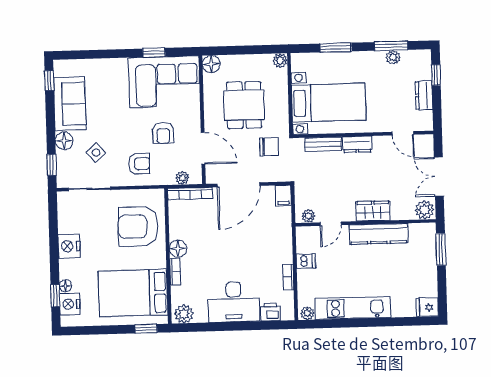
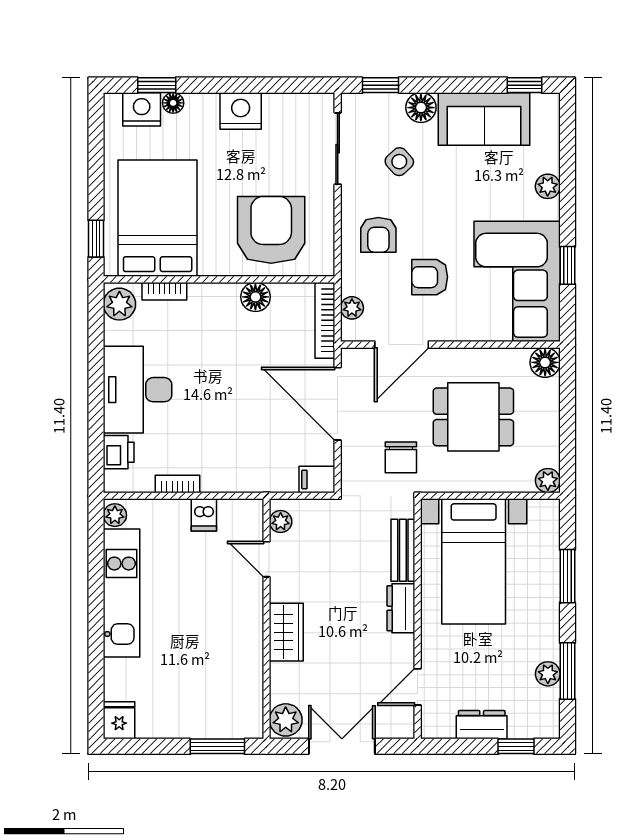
plant: (108, 65) -> (548, 186), added
kitchen counter: (379, 234) -> (247, 641), removed
floor lamp: (178, 249) -> (255, 297), moved
bookcase: (175, 272) -> (164, 291), moved

